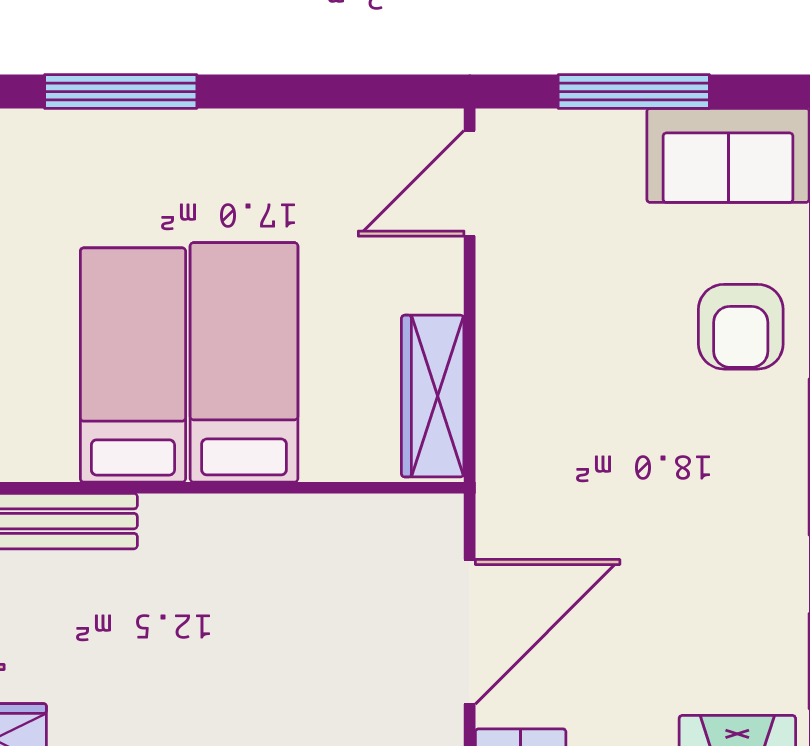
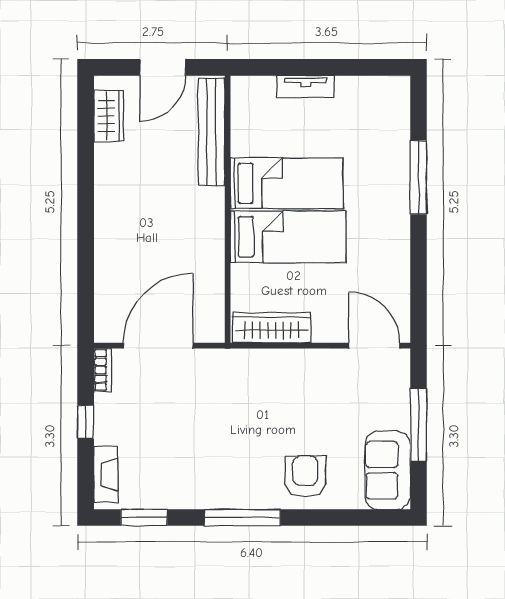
armchair: (741, 327) -> (305, 476), turned 90
door: (470, 632) -> (158, 346), swing flipped

